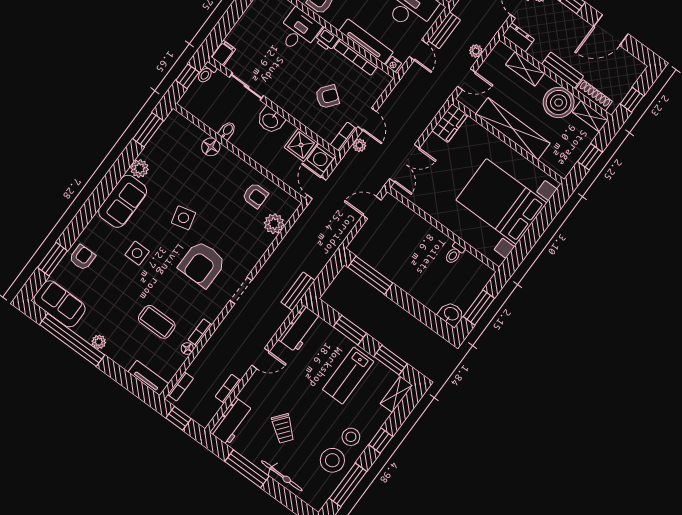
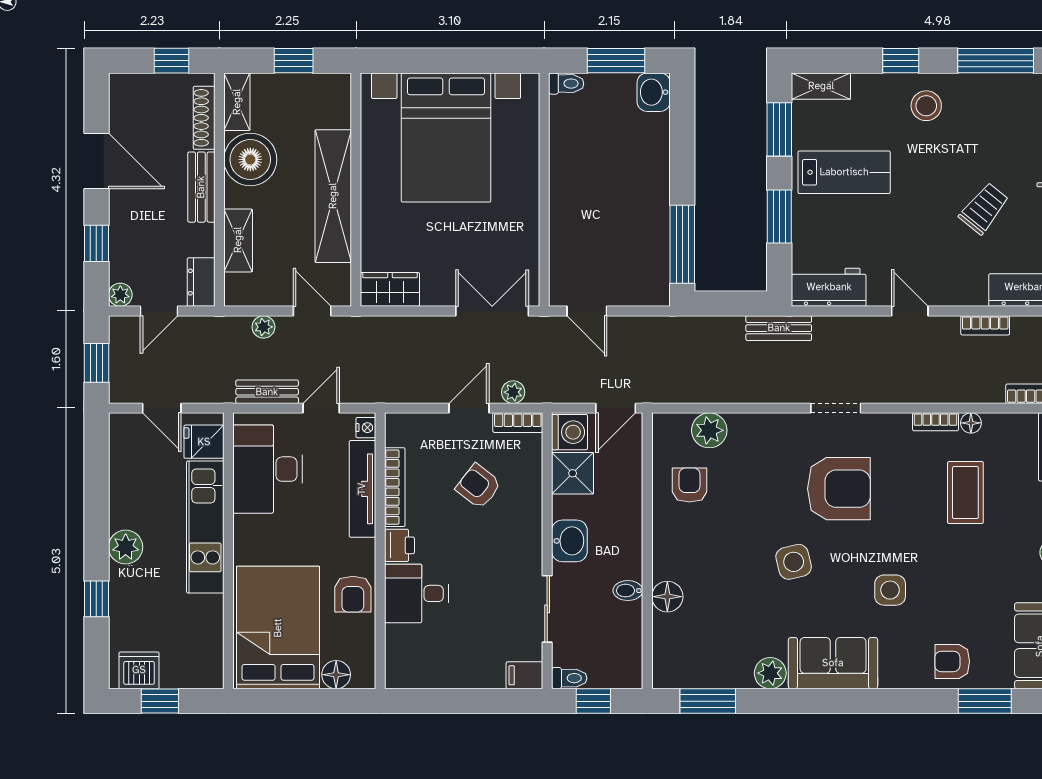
toilet: (454, 254) -> (566, 84), moved
stool: (332, 460) -> (978, 107), removed

